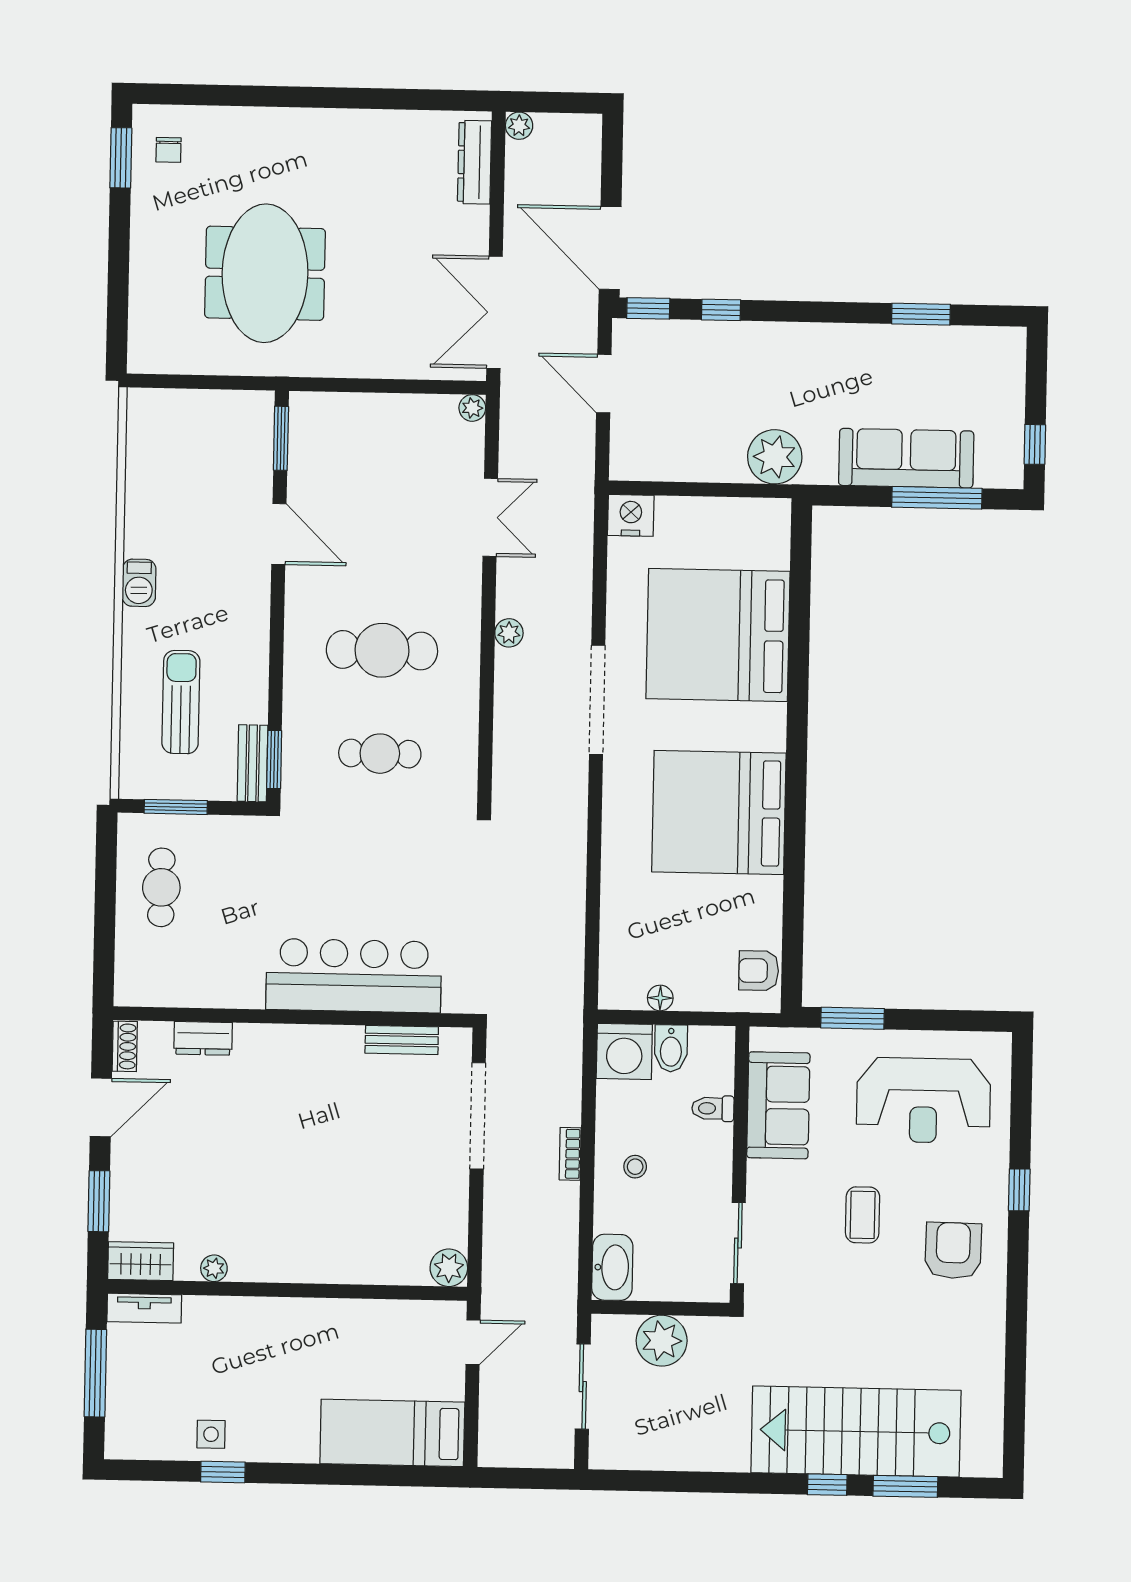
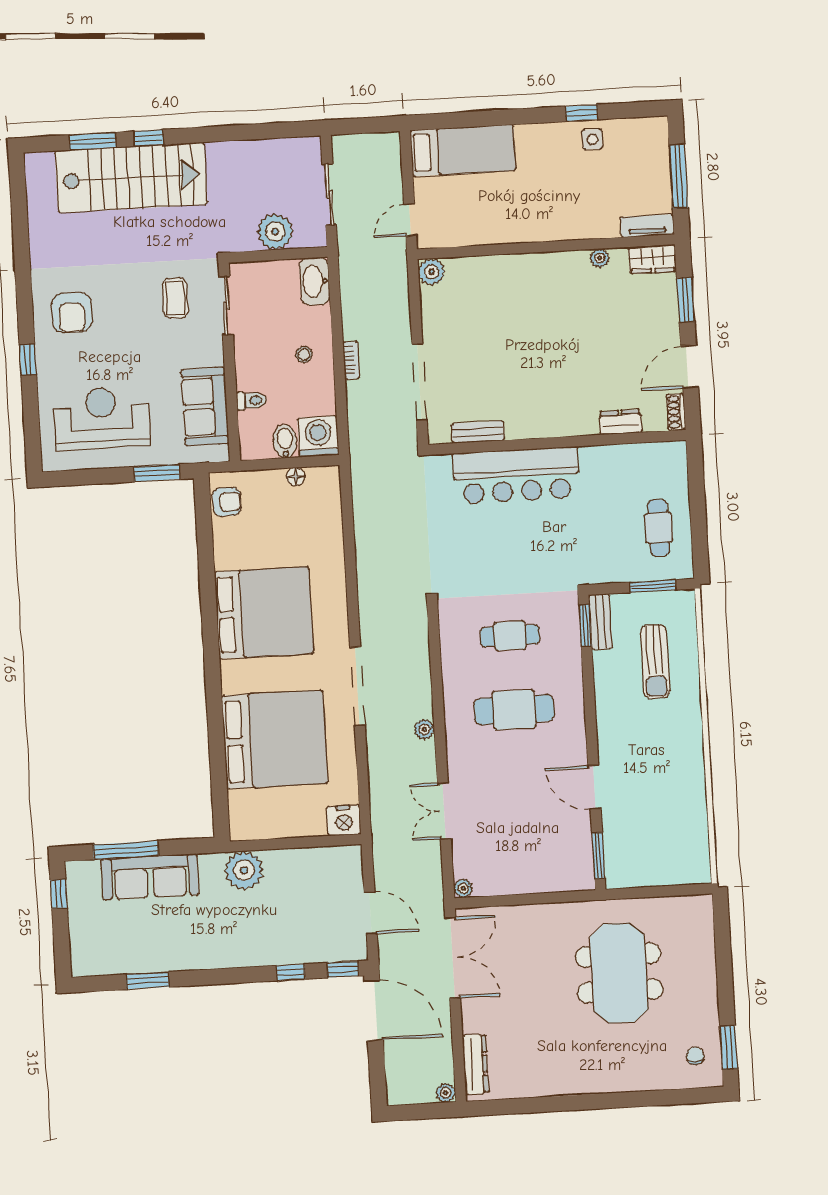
barbecue: (139, 583) -> (692, 744), removed
coffee table: (863, 1215) -> (175, 298), moved

